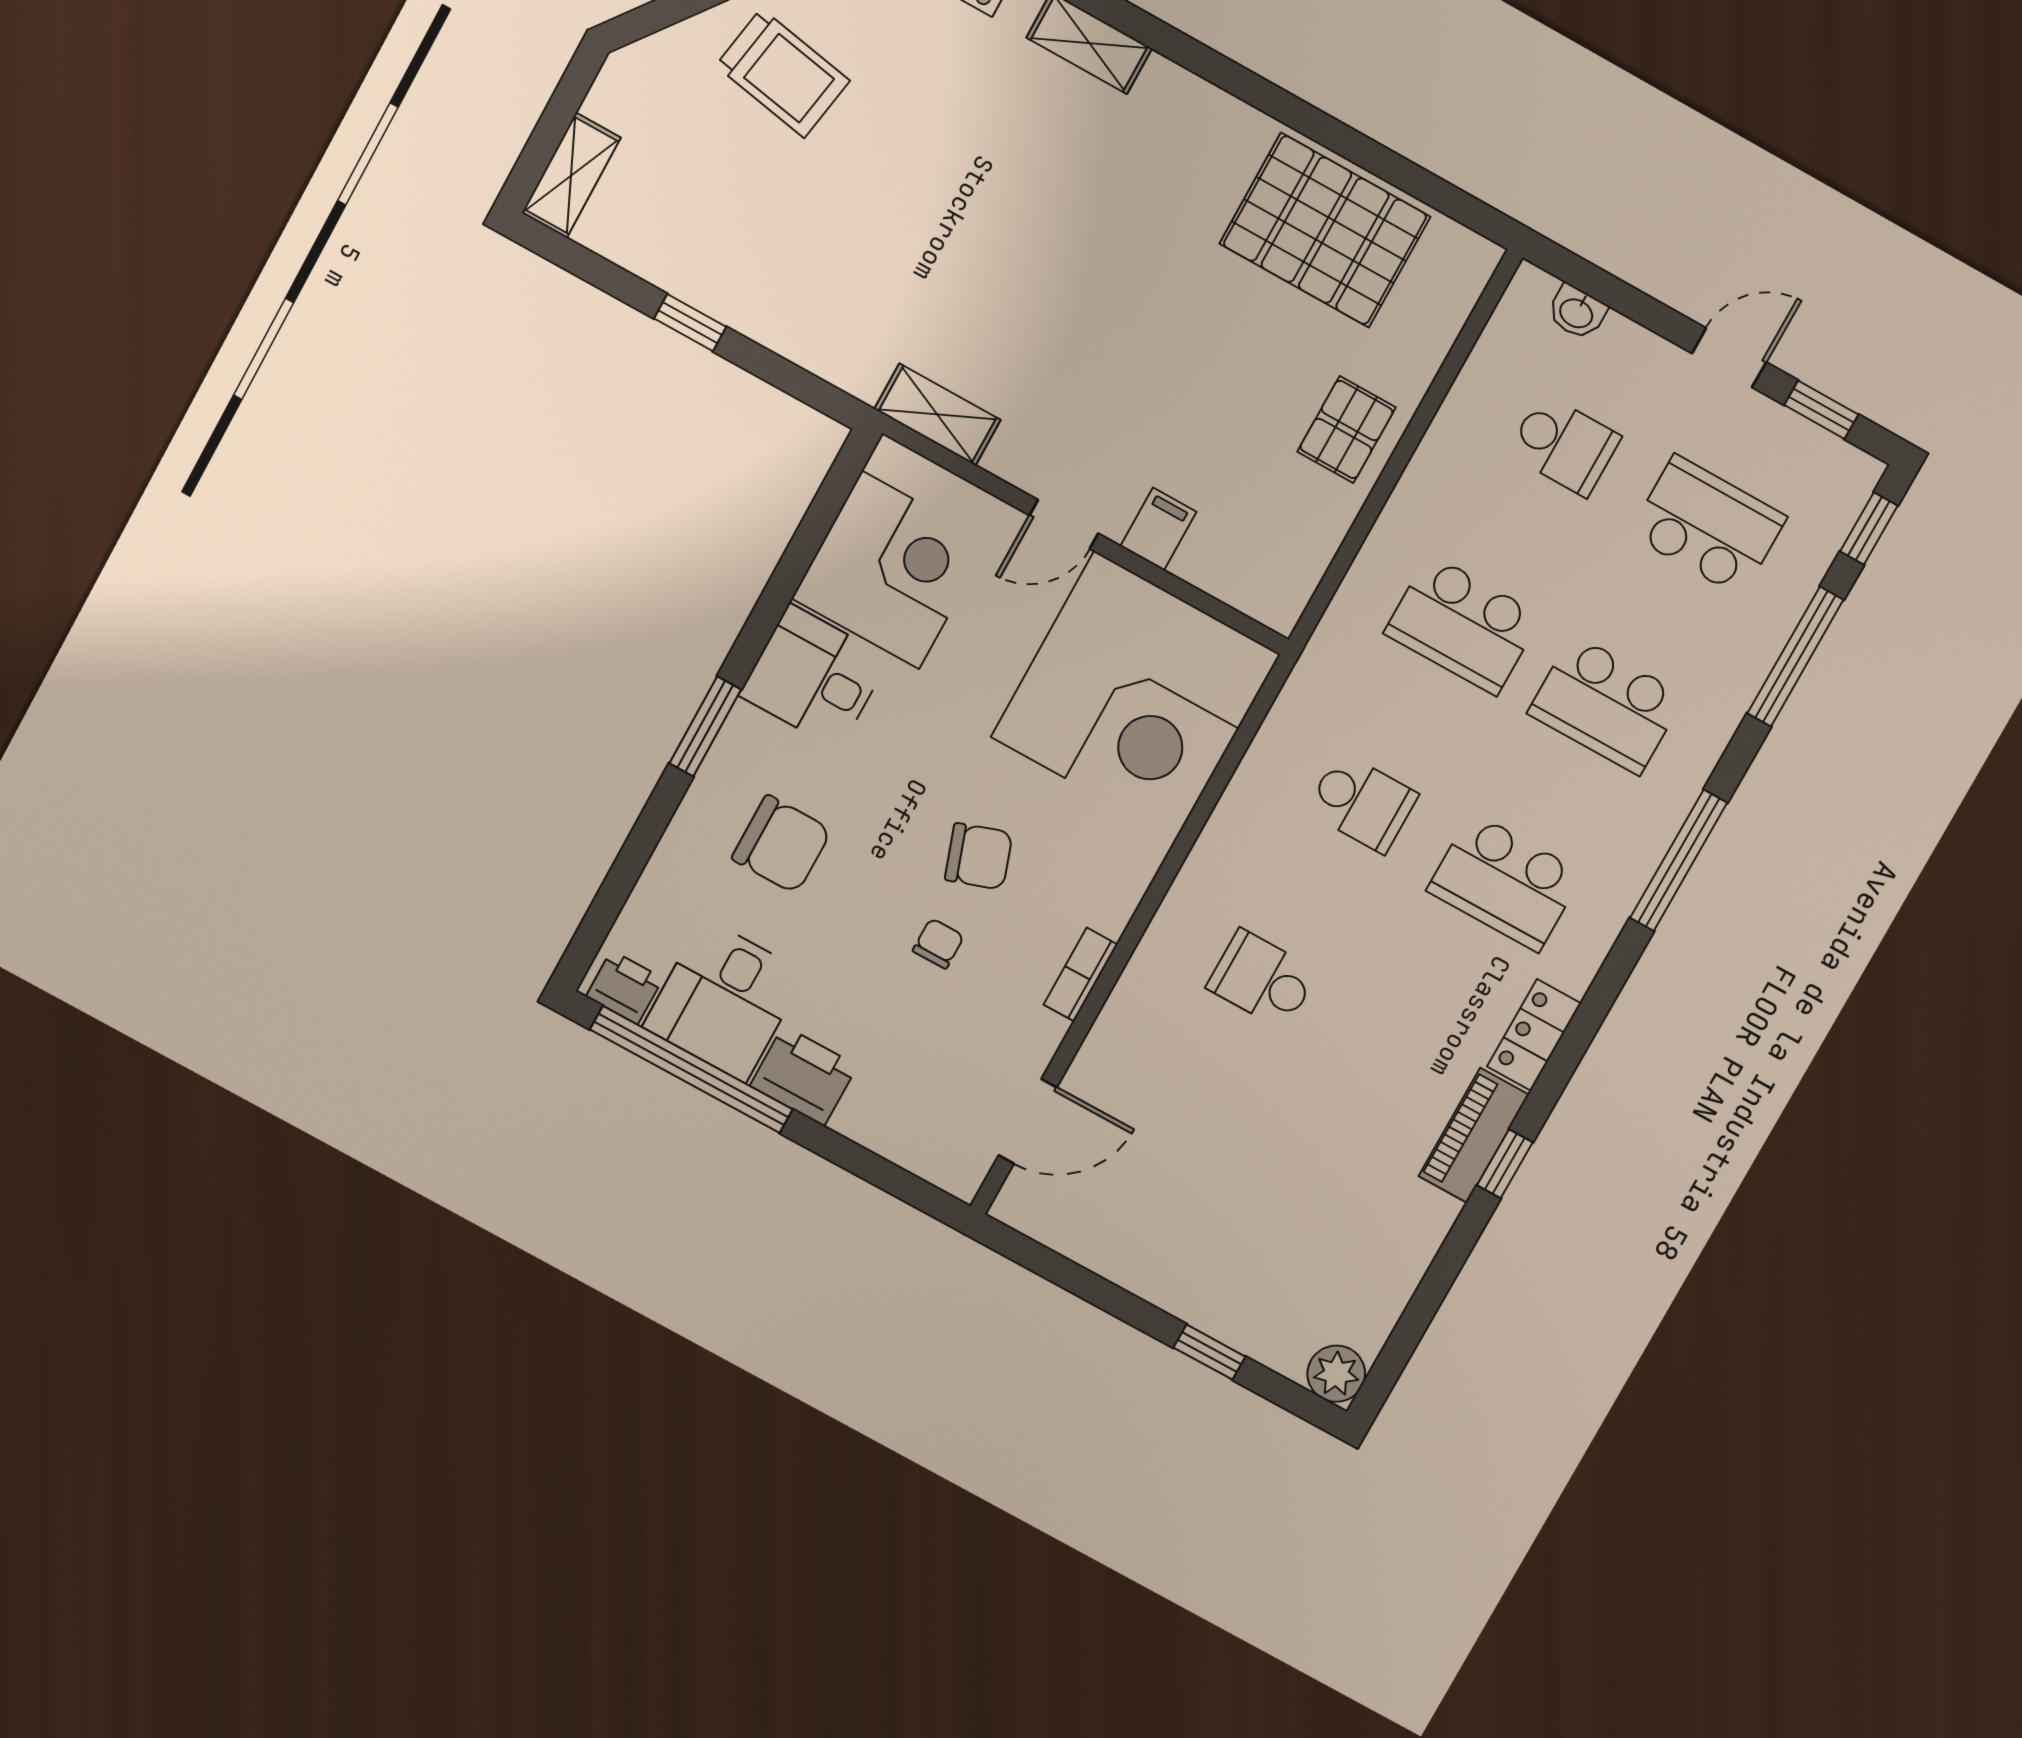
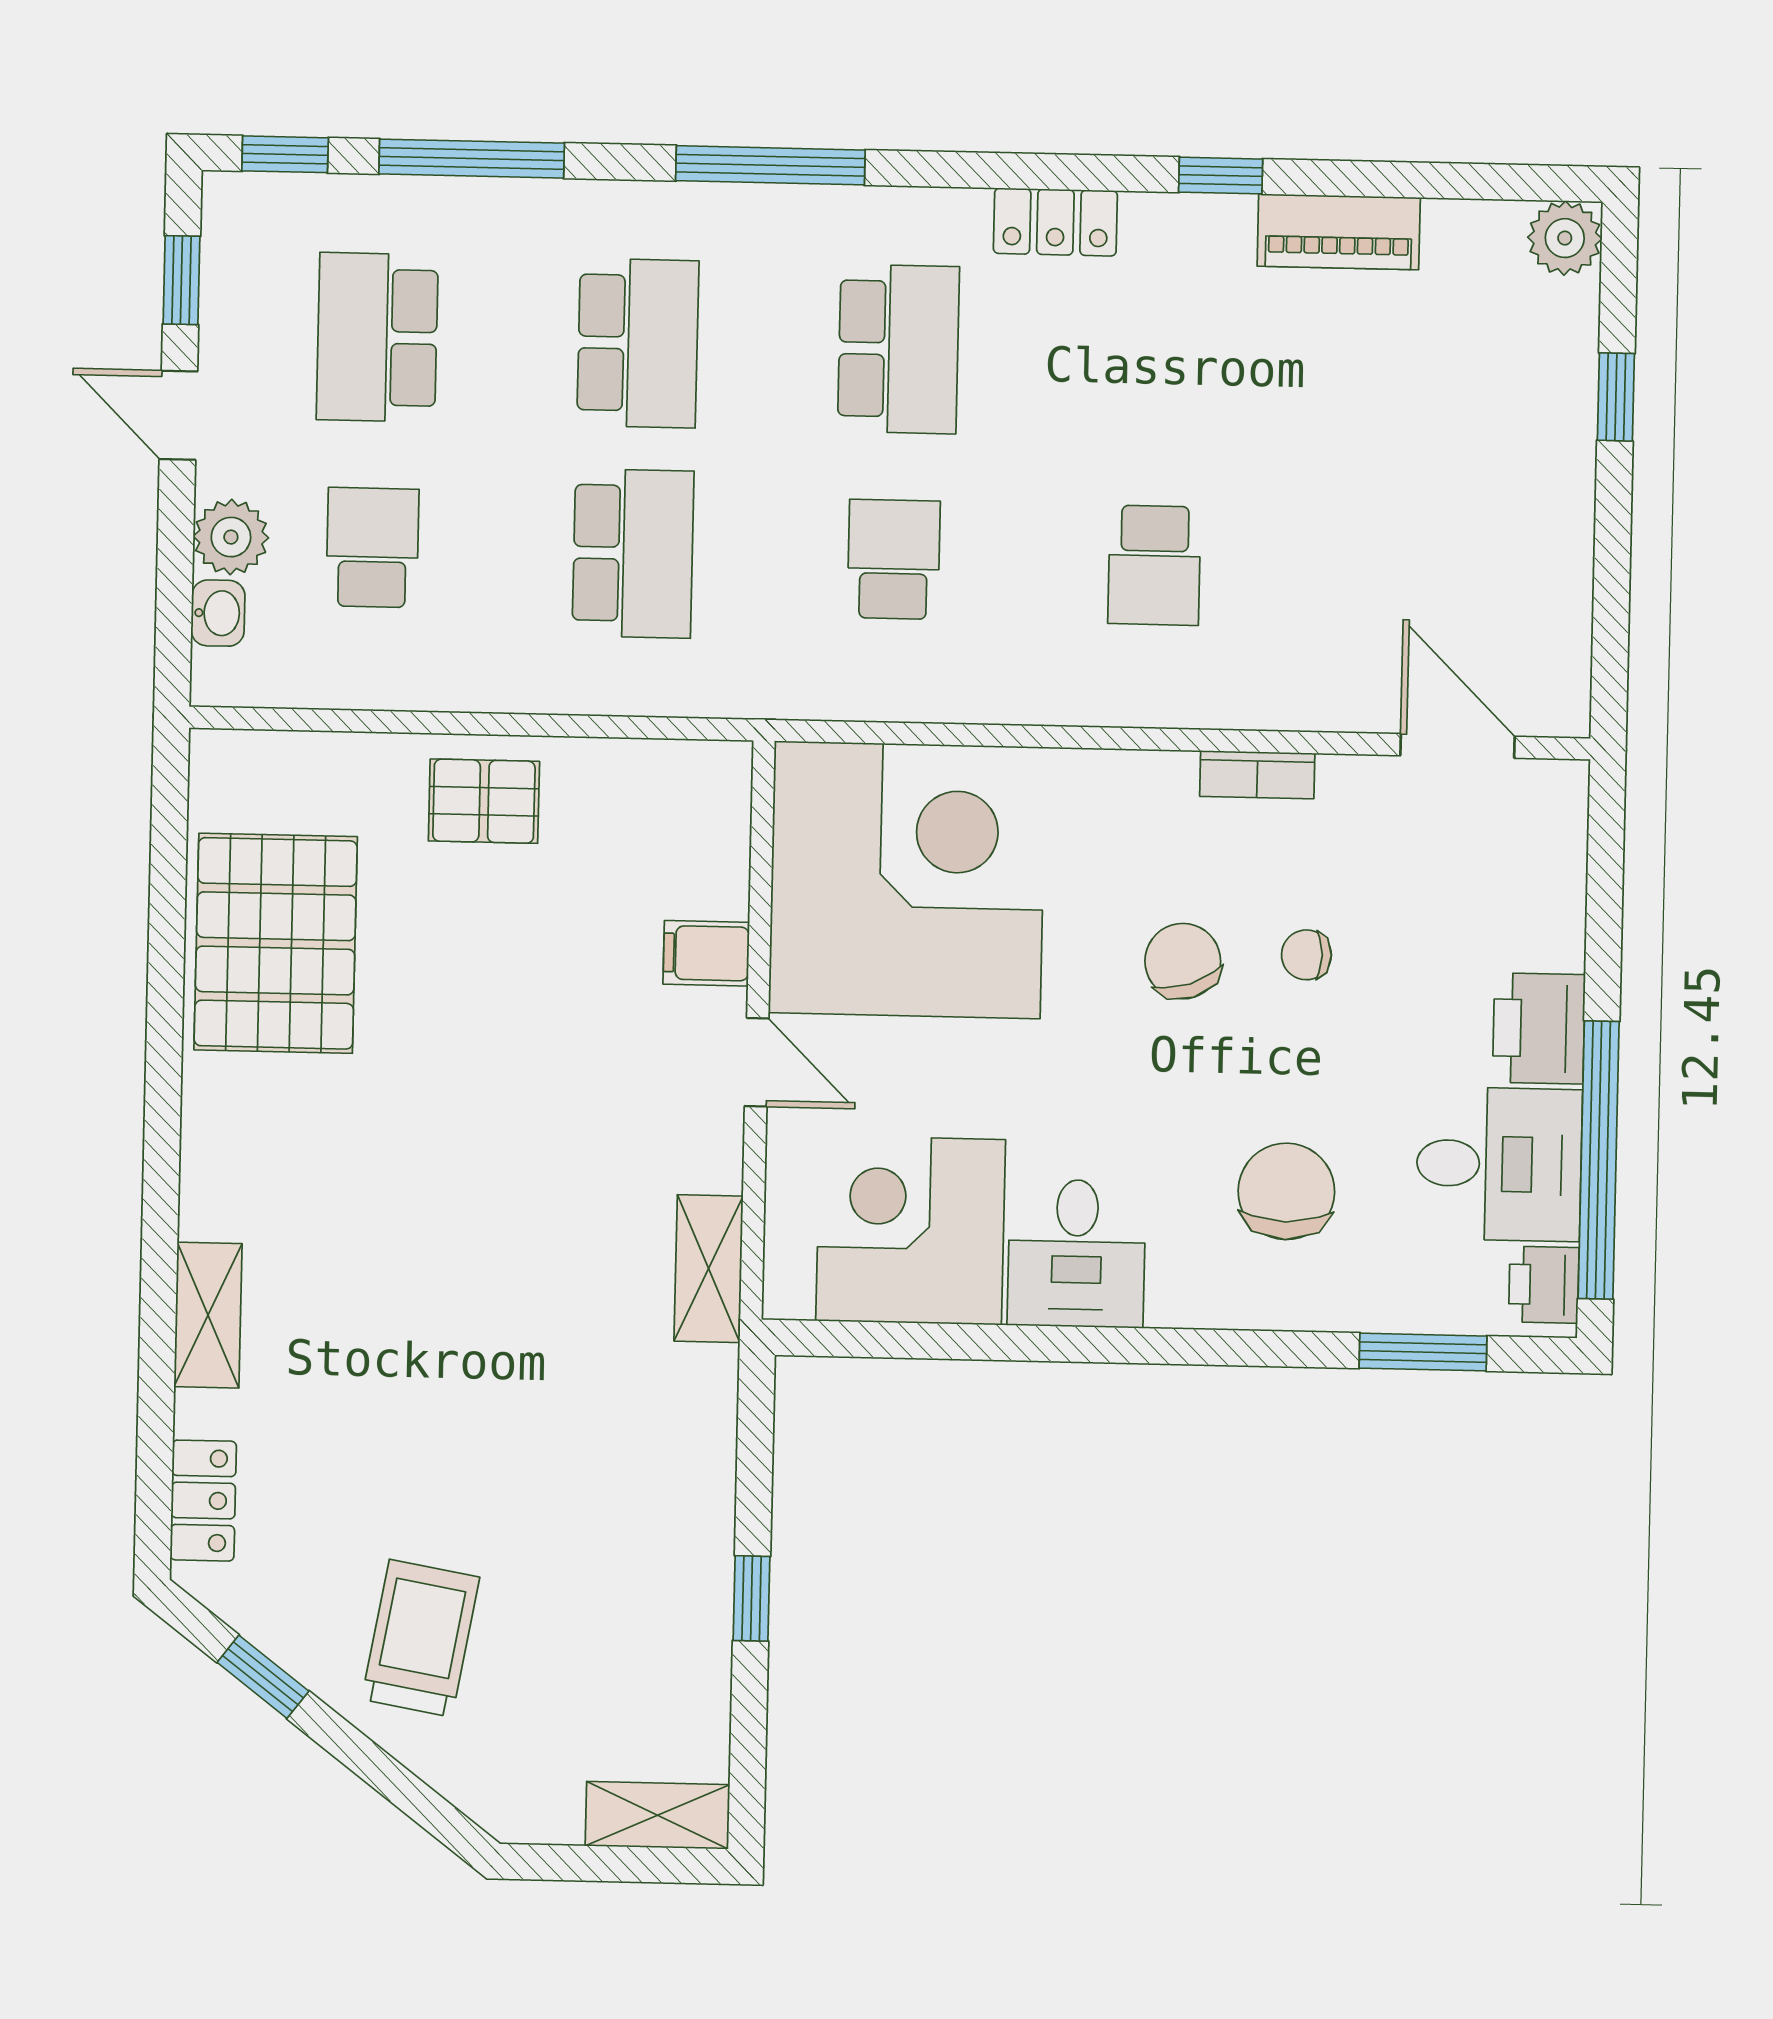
plant: (1625, 350) -> (231, 537), added
window: (705, 726) -> (1423, 1352), moved
piano: (1474, 1135) -> (1339, 232), moved

